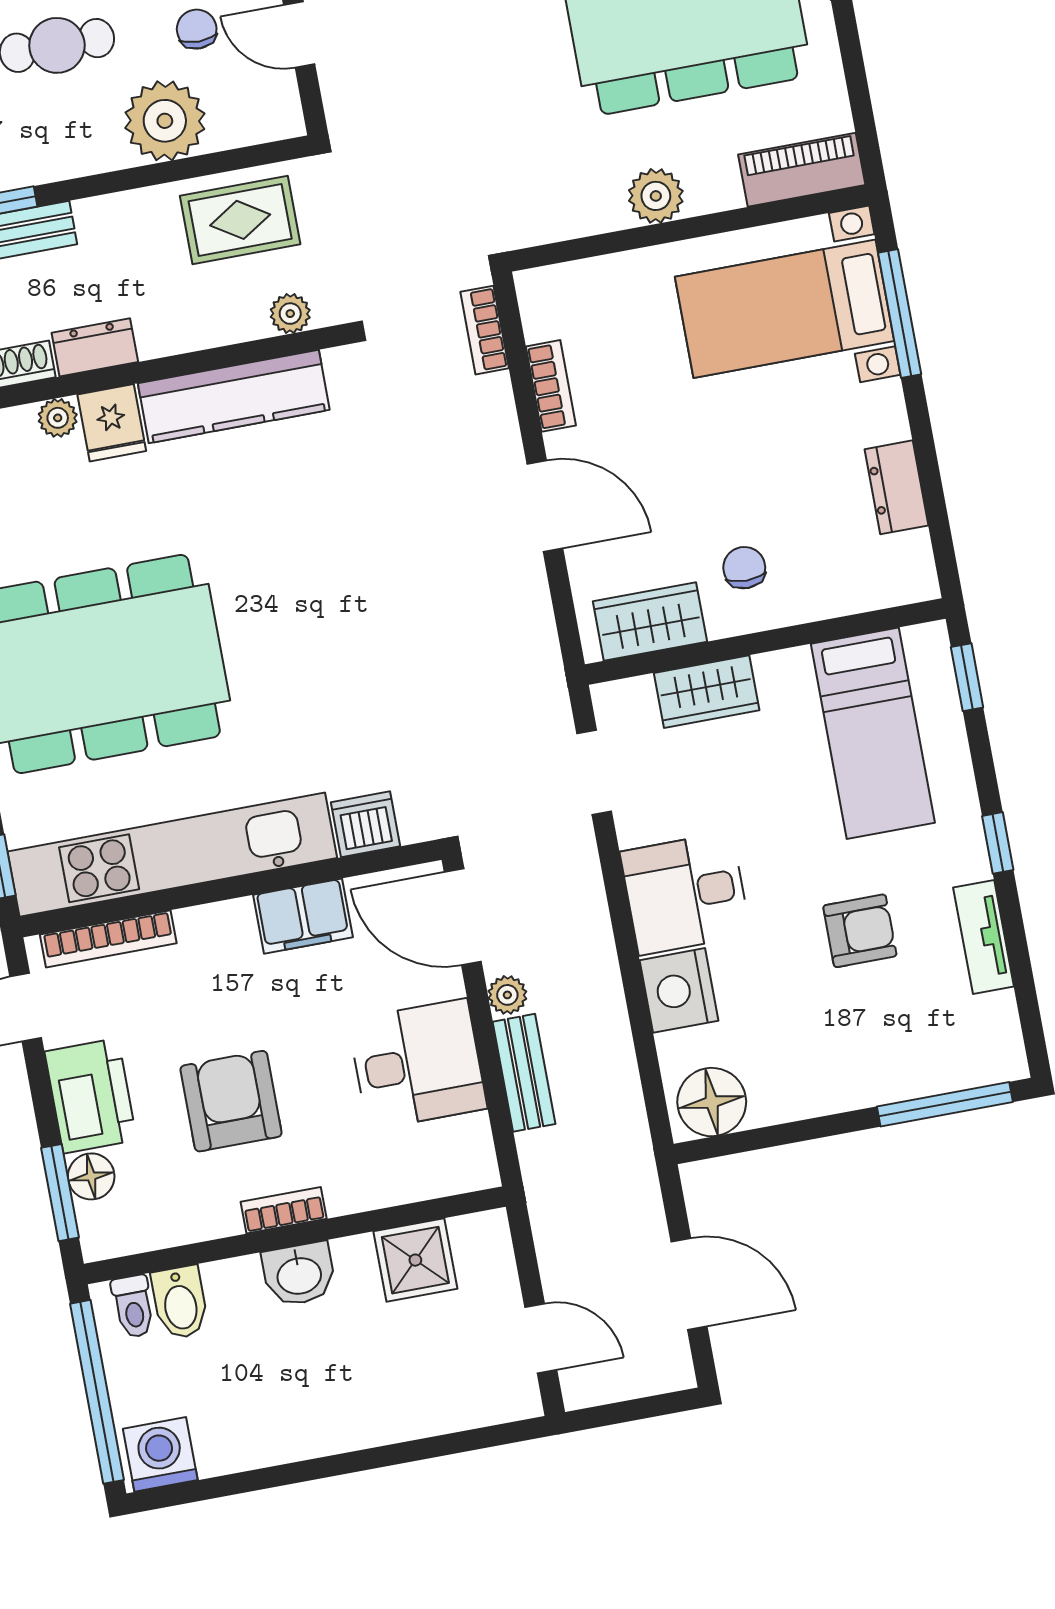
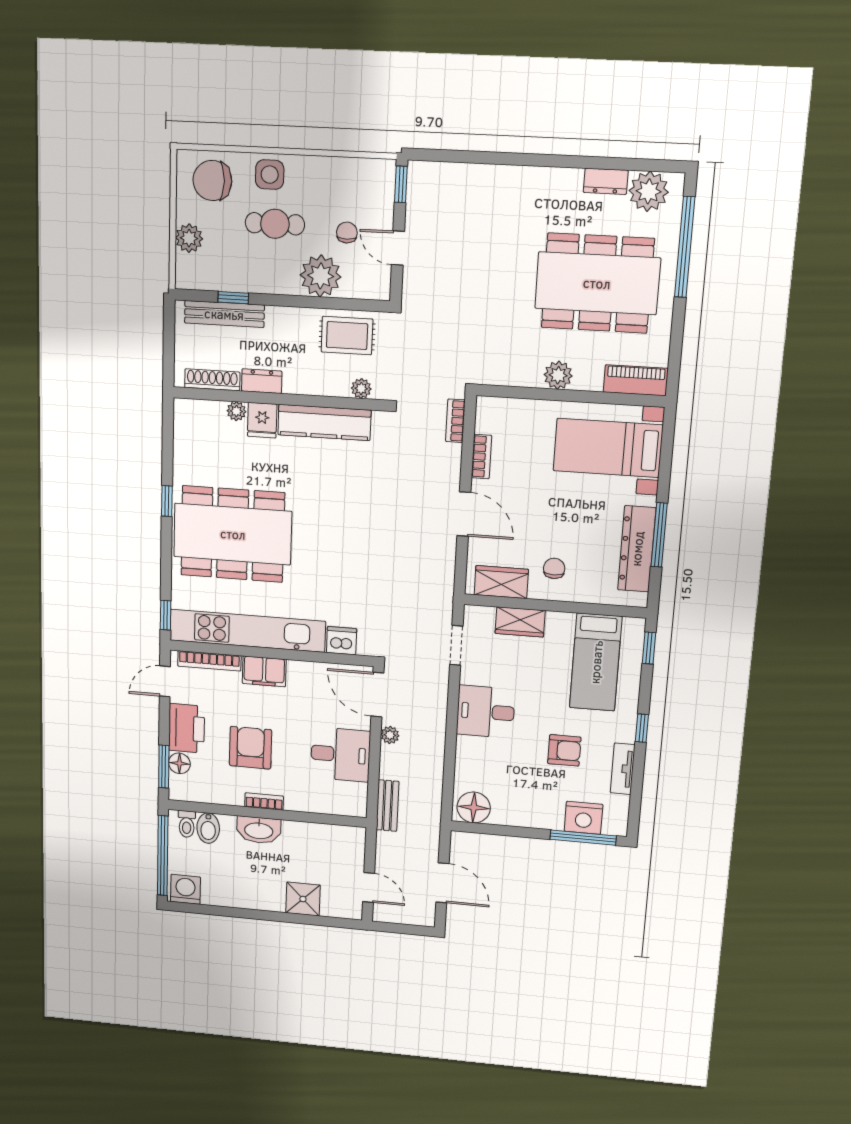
window: (900, 313) -> (659, 535), moved
dresser: (896, 487) -> (637, 549), width x1.96, depth x1.24
filing cabinet: (303, 916) -> (264, 671), moved
nightstand: (679, 990) -> (584, 818), moved, turned -90
bench: (524, 1073) -> (388, 806), moved
shower: (415, 1260) -> (303, 899), moved
washbasin: (299, 1274) -> (259, 830), width x1.38

